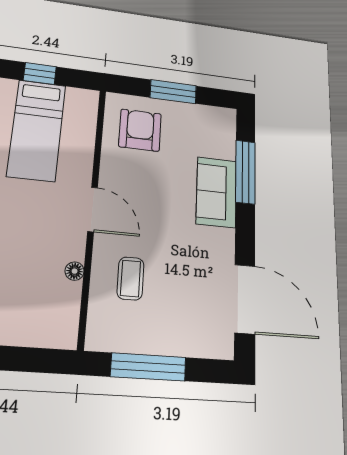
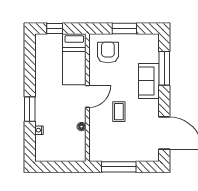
bed: (37, 130) -> (74, 59), moved
door: (93, 209) -> (87, 96), hinge flipped
coffee table: (130, 278) -> (119, 112), moved

